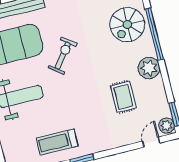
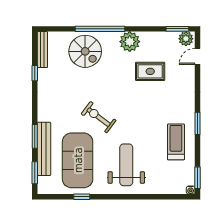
treadmill: (57, 142) -> (176, 142), turned 180
door: (151, 142) -> (197, 56), hinge flipped

